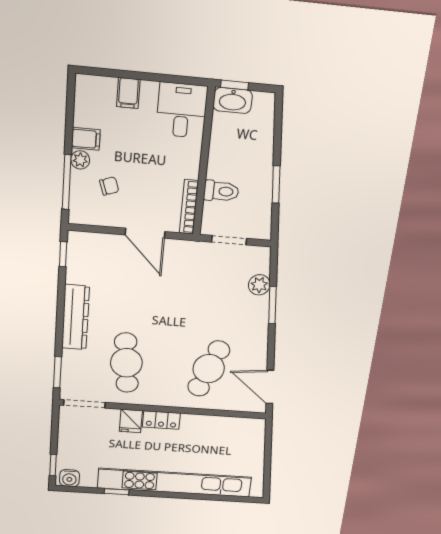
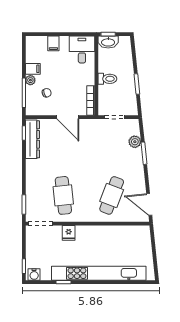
toilet: (221, 191) -> (107, 79), moved
dresser: (75, 317) -> (32, 139), moved
locker: (161, 420) -> (87, 231), removed

